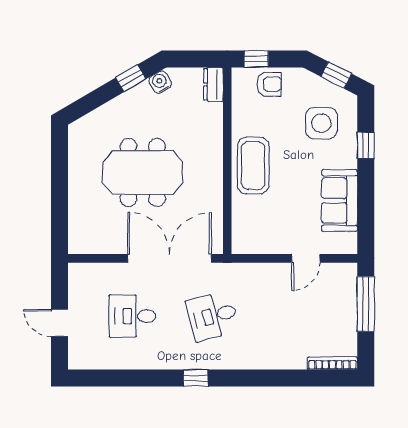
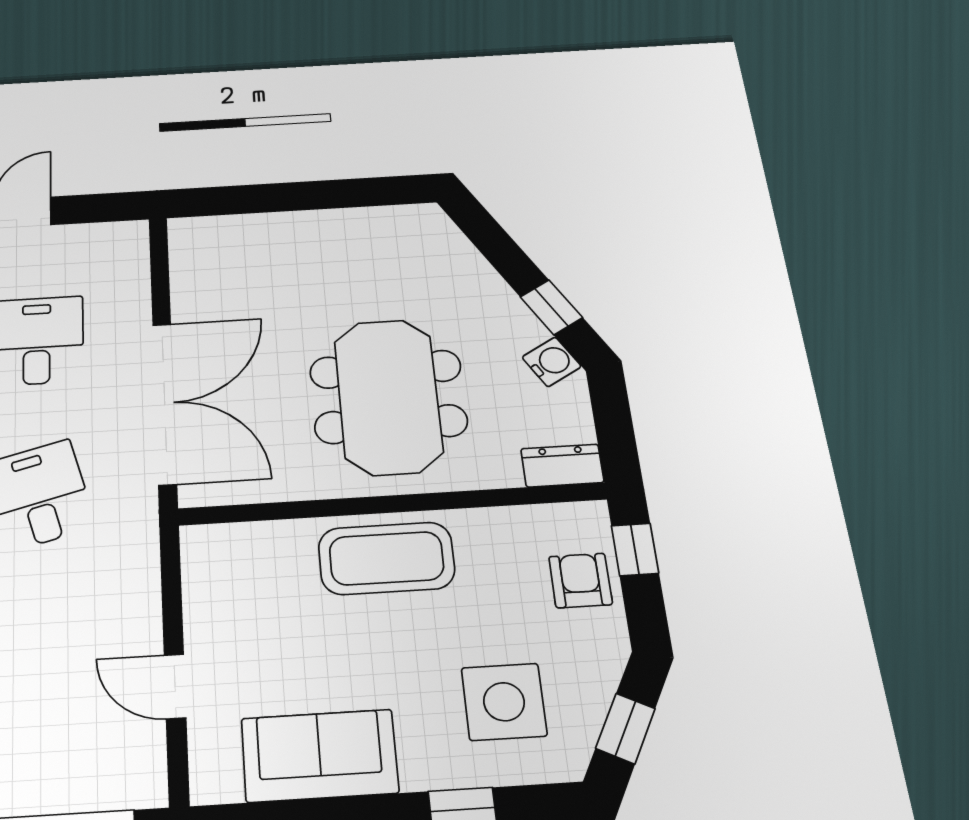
armchair: (269, 84) -> (580, 580), turned 180
meeting table: (143, 173) -> (388, 396), moved

